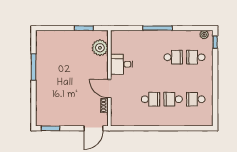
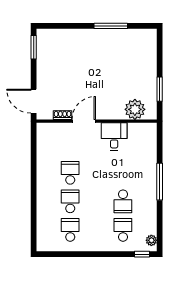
school desk: (150, 99) -> (70, 173), turned 180

